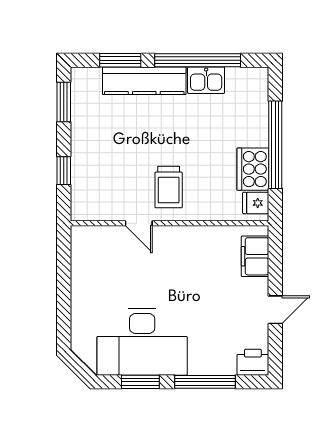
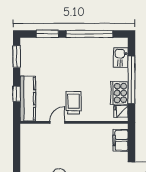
kitchen sink: (206, 80) -> (121, 58), moved, turned 90
kitchen counter: (144, 81) -> (28, 99), moved, turned -90
trolley: (169, 187) -> (74, 103), turned 180
door: (139, 223) -> (57, 122), swing flipped

